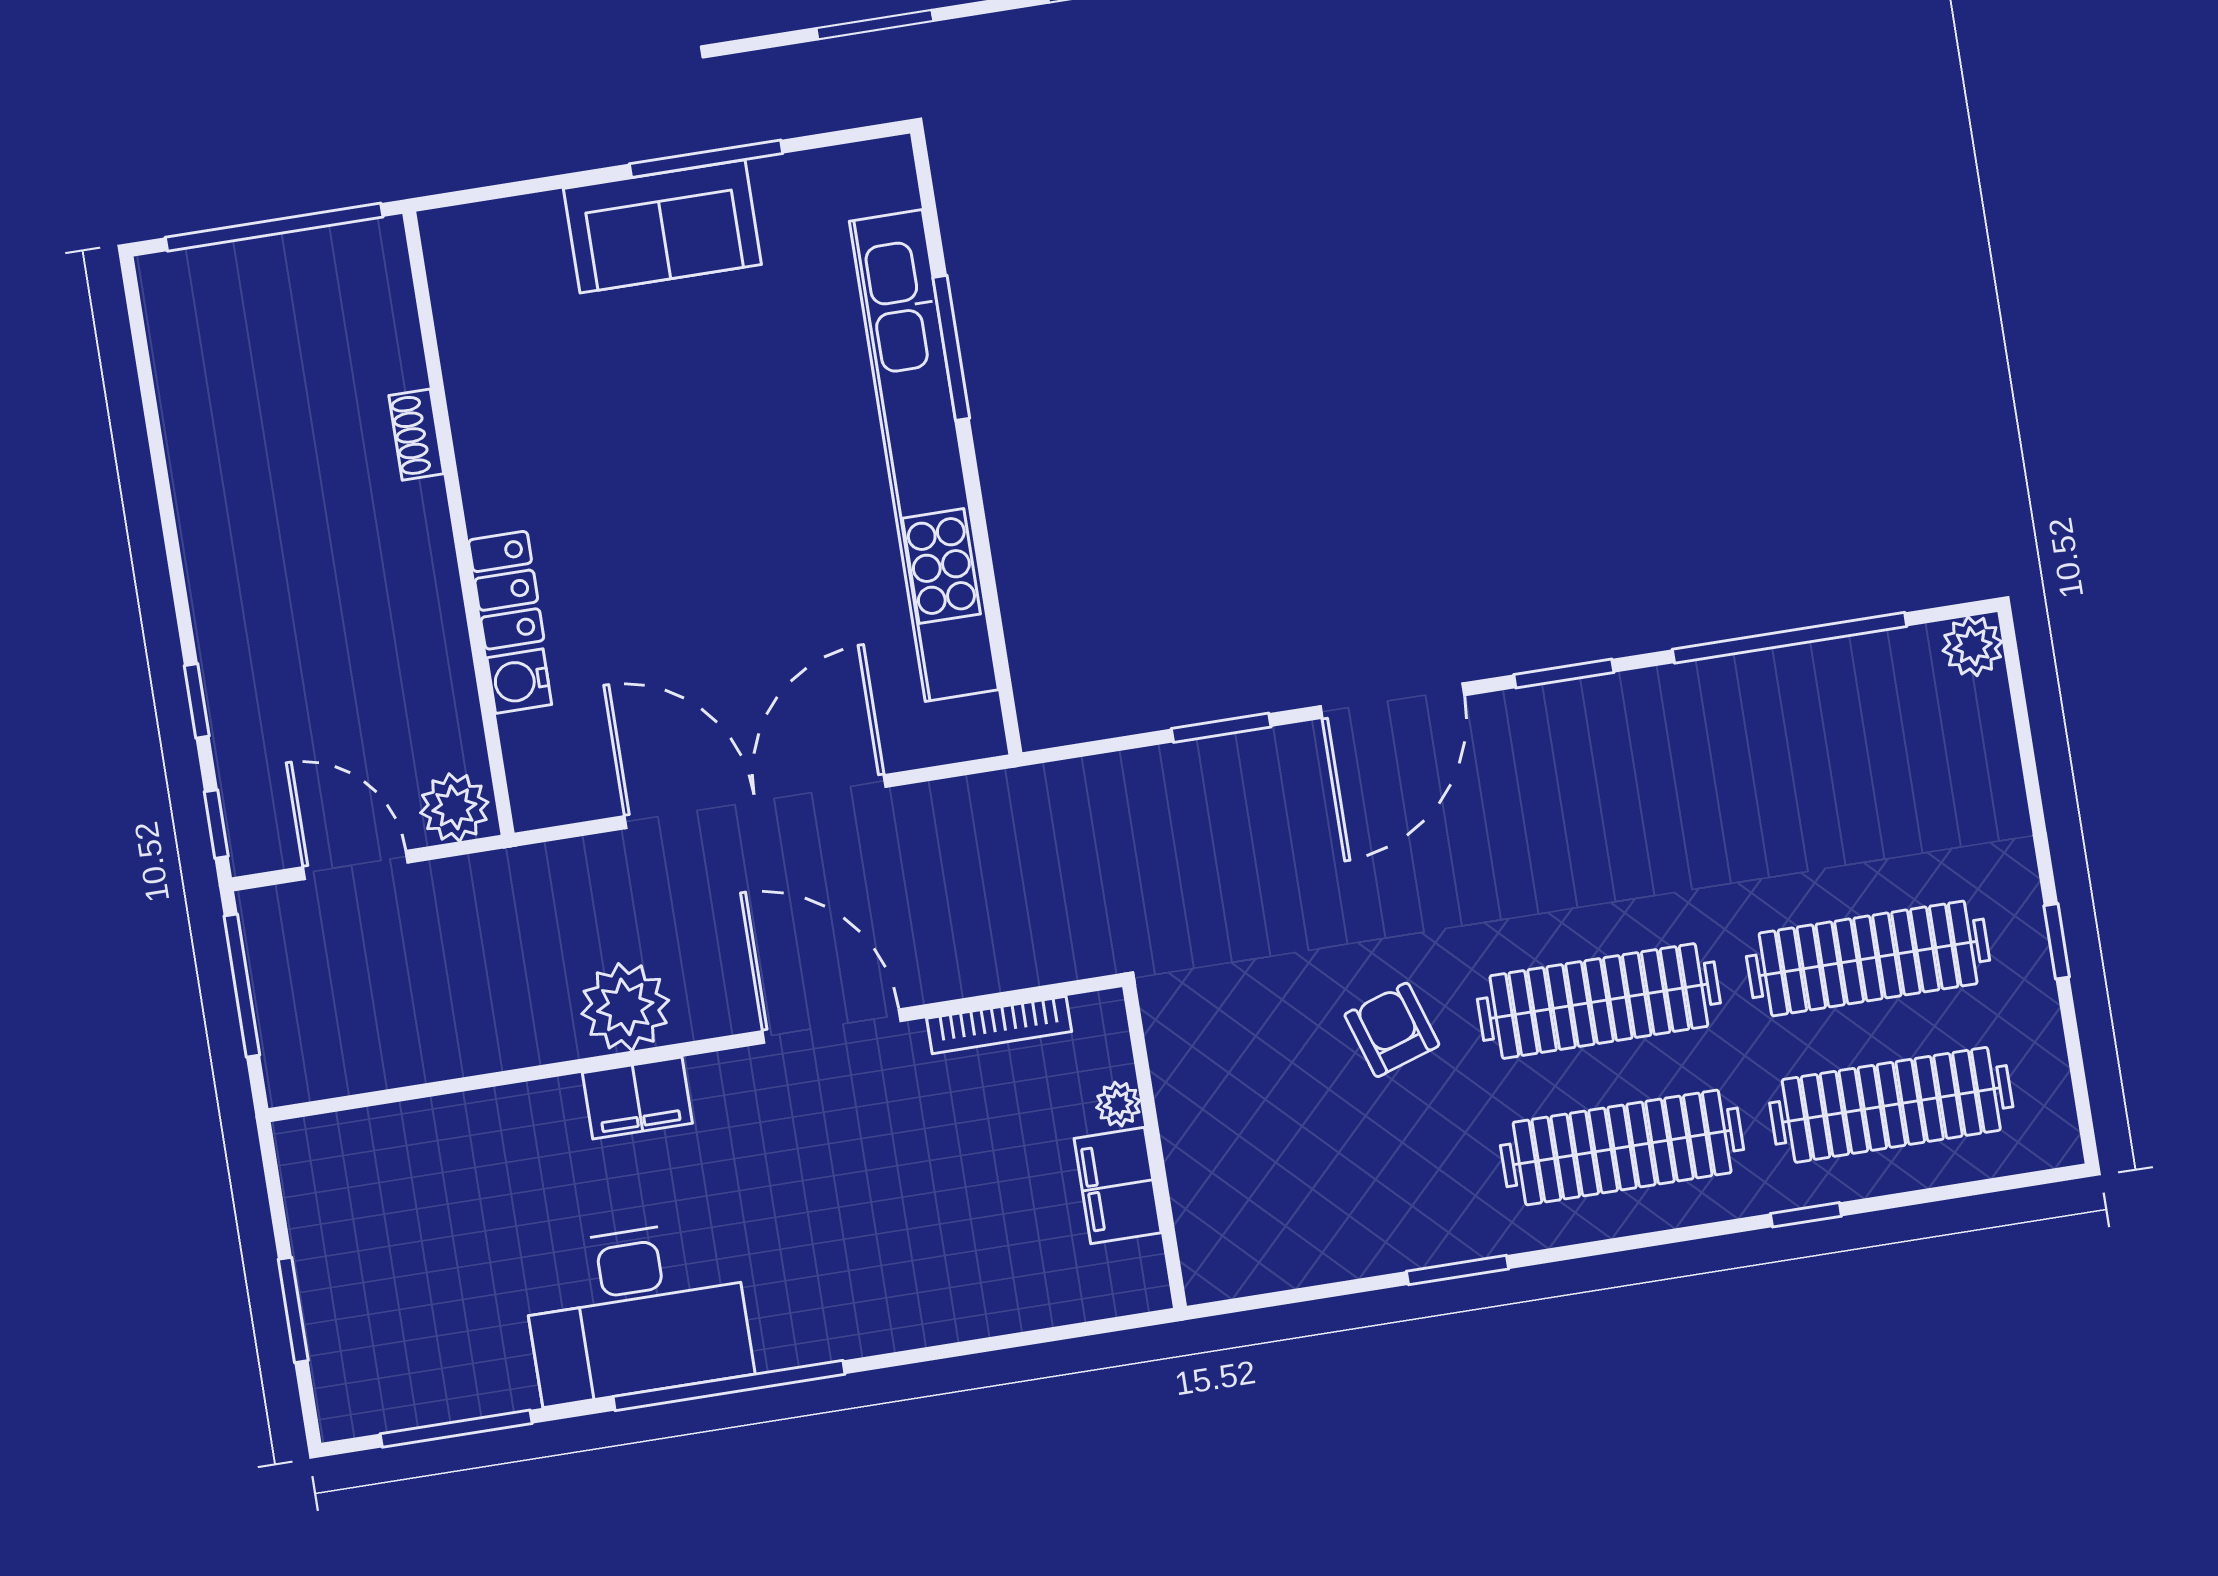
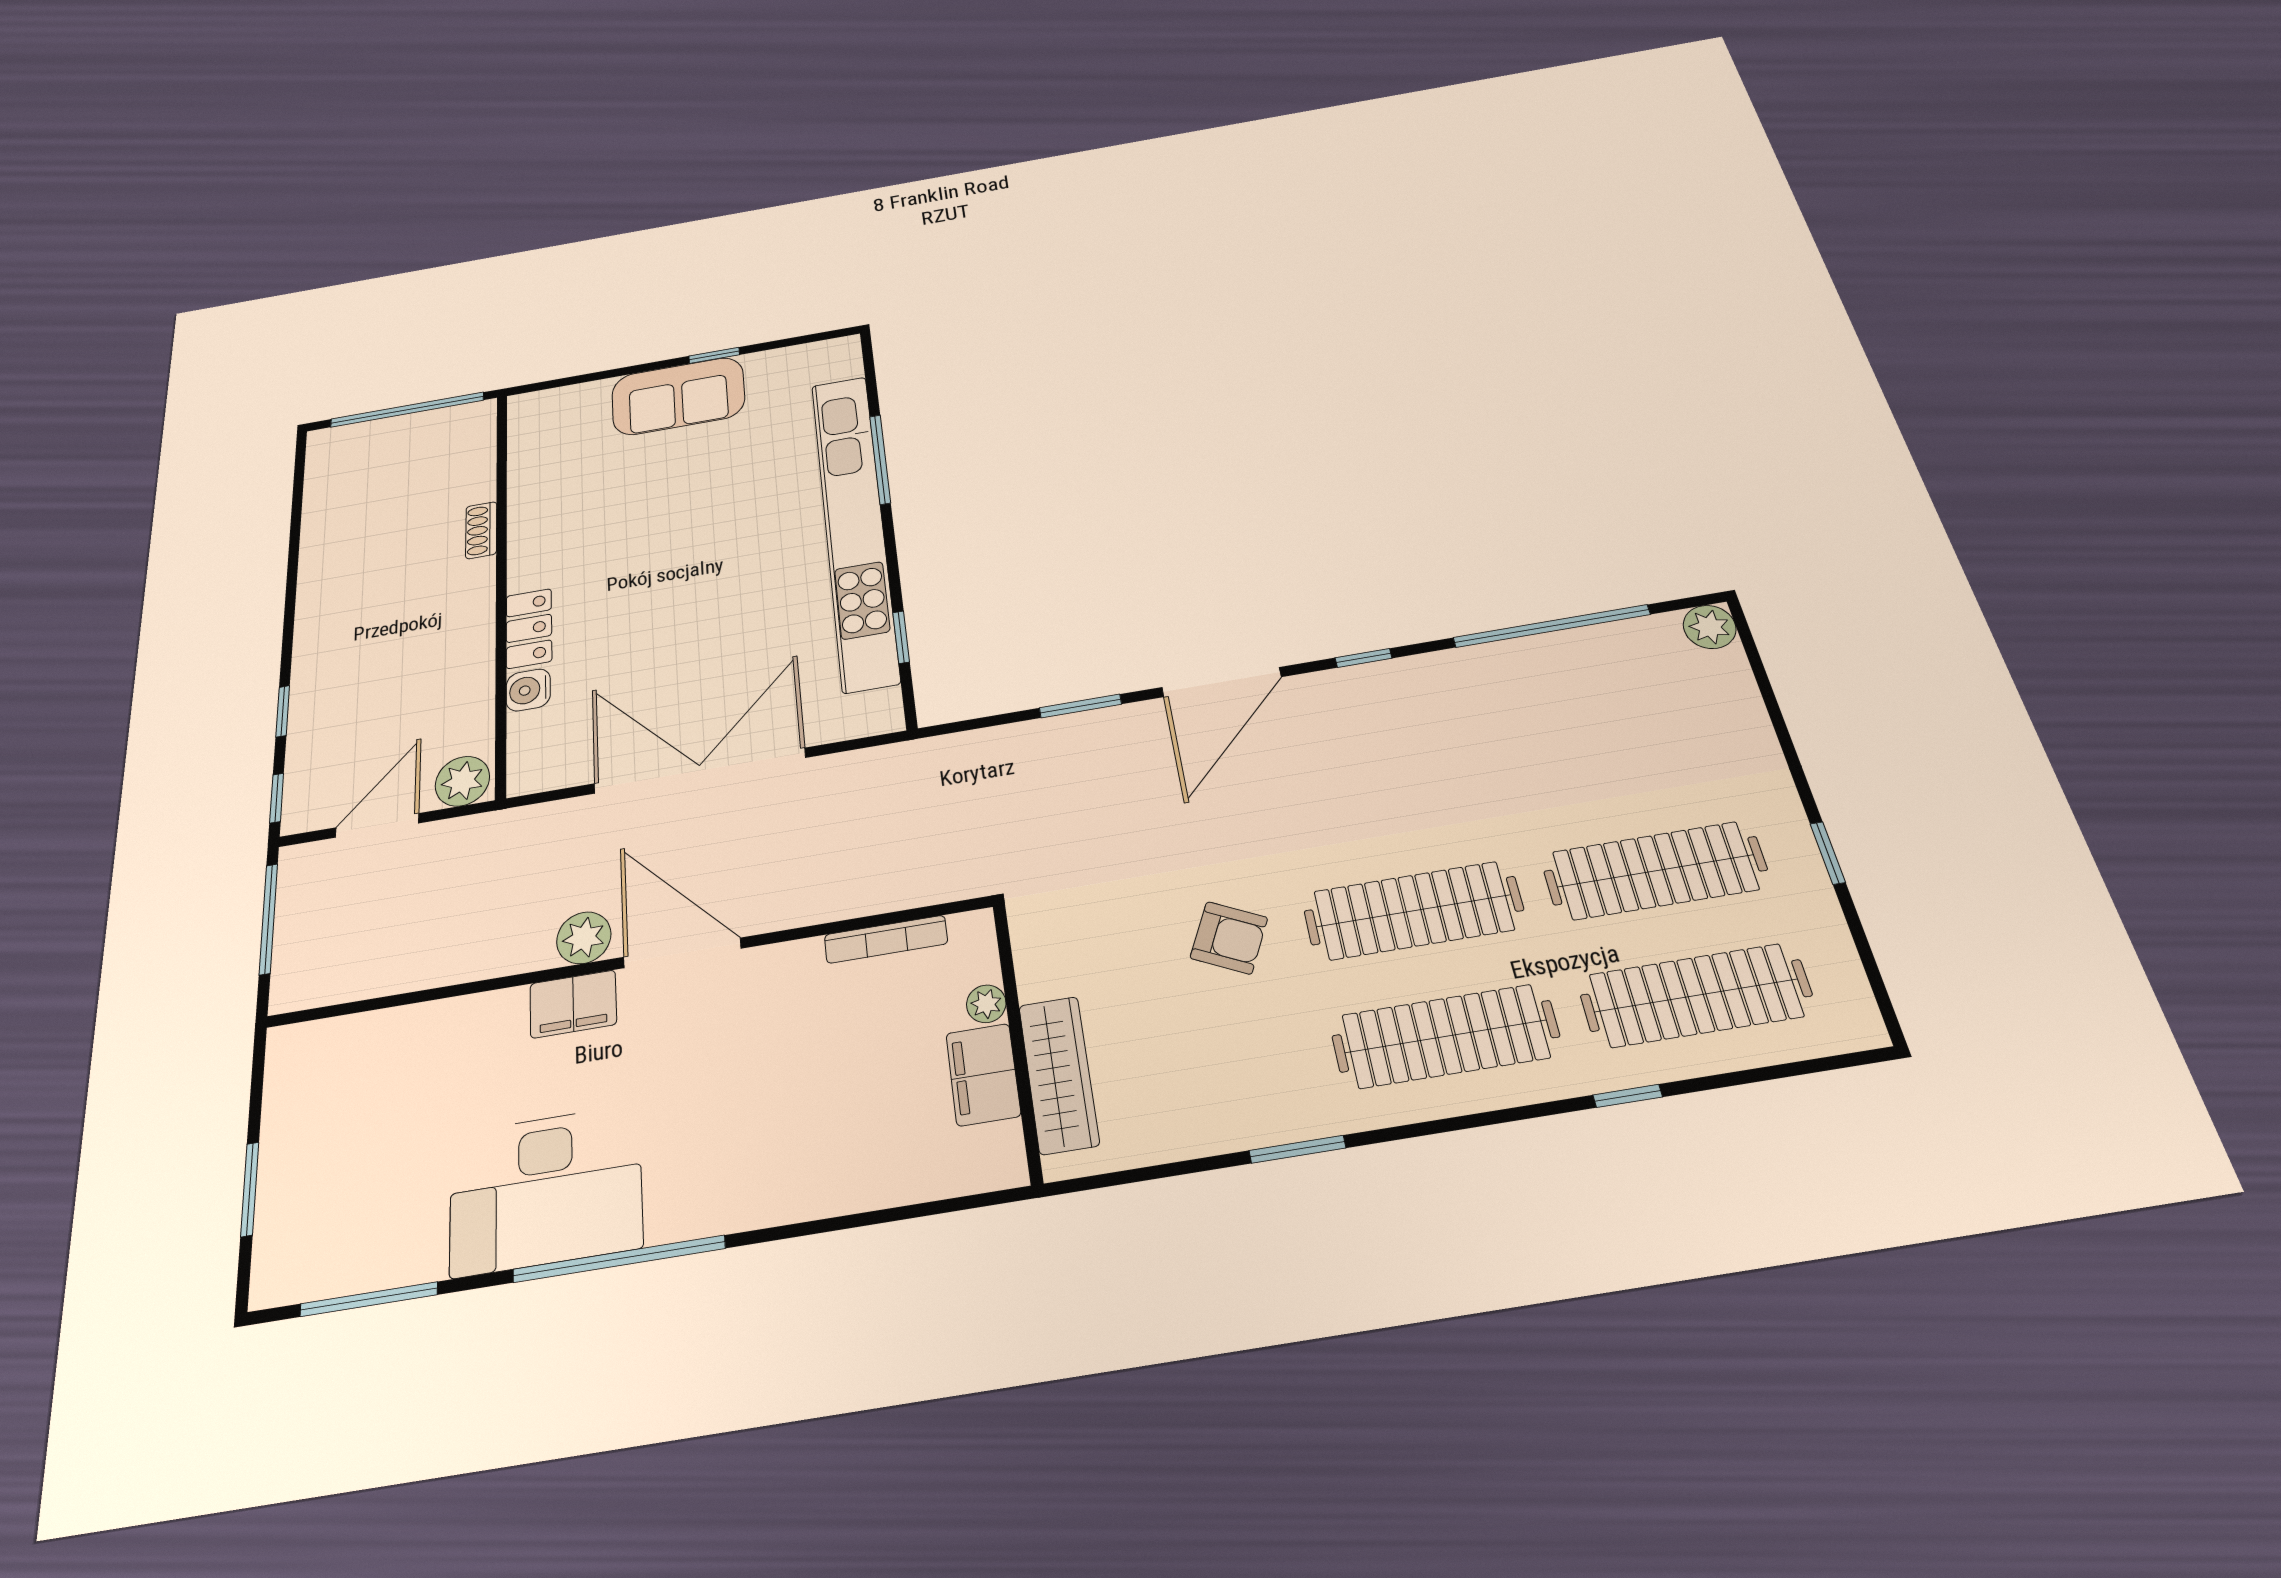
window: (706, 159) -> (714, 355), width x0.46
window: (995, 622) -> (901, 637), added
window: (1564, 674) -> (1364, 658), width x0.67
door: (355, 865) -> (377, 825), hinge flipped
plant: (625, 1007) -> (584, 938), width x0.73, depth x0.73
door: (832, 1026) -> (682, 953), moved
armchair: (1392, 1030) -> (1229, 938), turned 134
wardrobe: (1201, 1186) -> (1059, 1075), added

